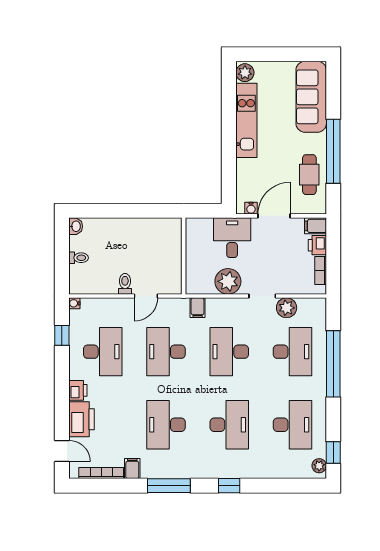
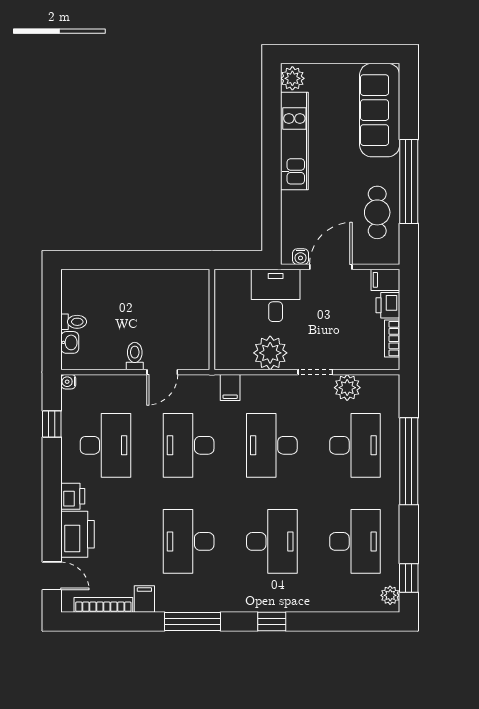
washbasin: (76, 226) -> (70, 342), moved

